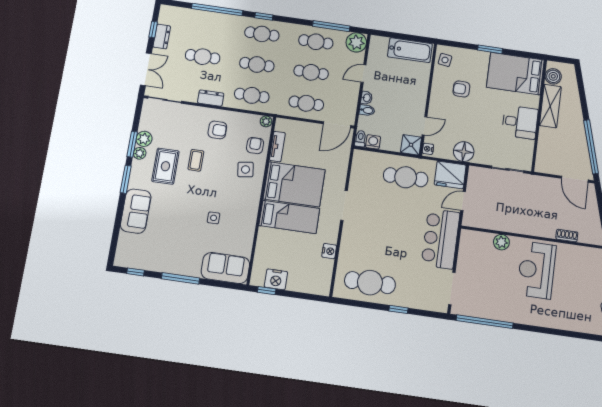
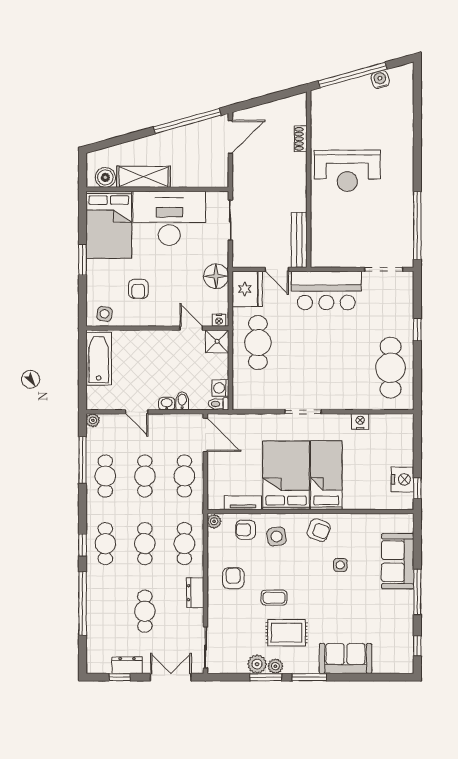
plant: (356, 42) -> (93, 420), width x0.53, depth x0.53
desk: (520, 122) -> (169, 218), width x1.87, depth x1.30
armchair: (245, 204) -> (319, 530), added
bench: (485, 223) -> (299, 240), added
plant: (501, 242) -> (320, 217), removed
sofa: (225, 268) -> (398, 561), moved

